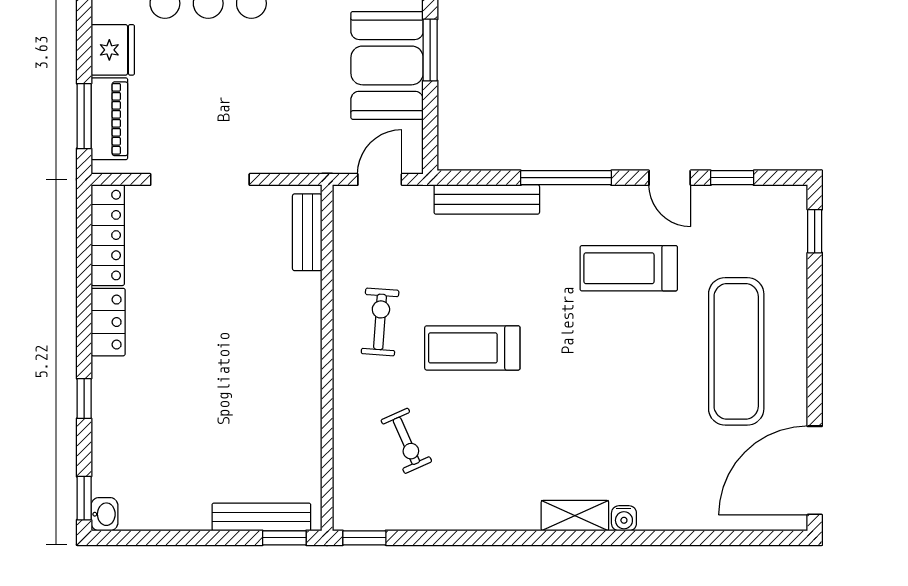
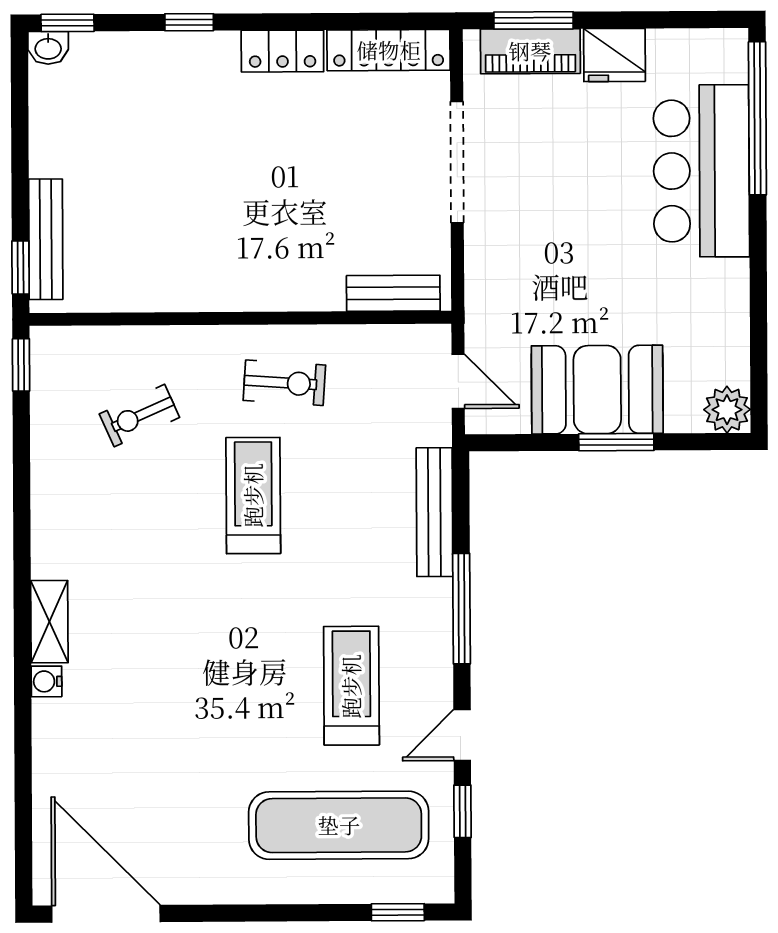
exercise mat: (736, 351) -> (339, 825), moved

